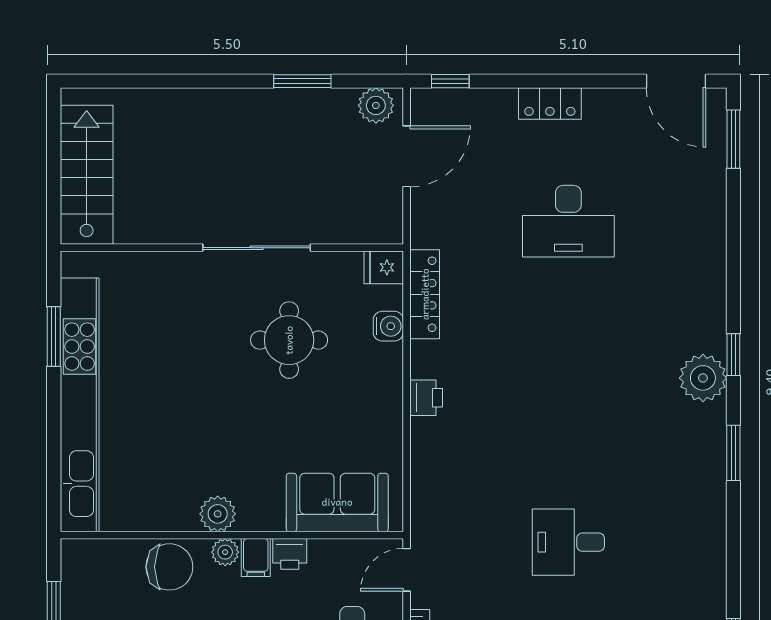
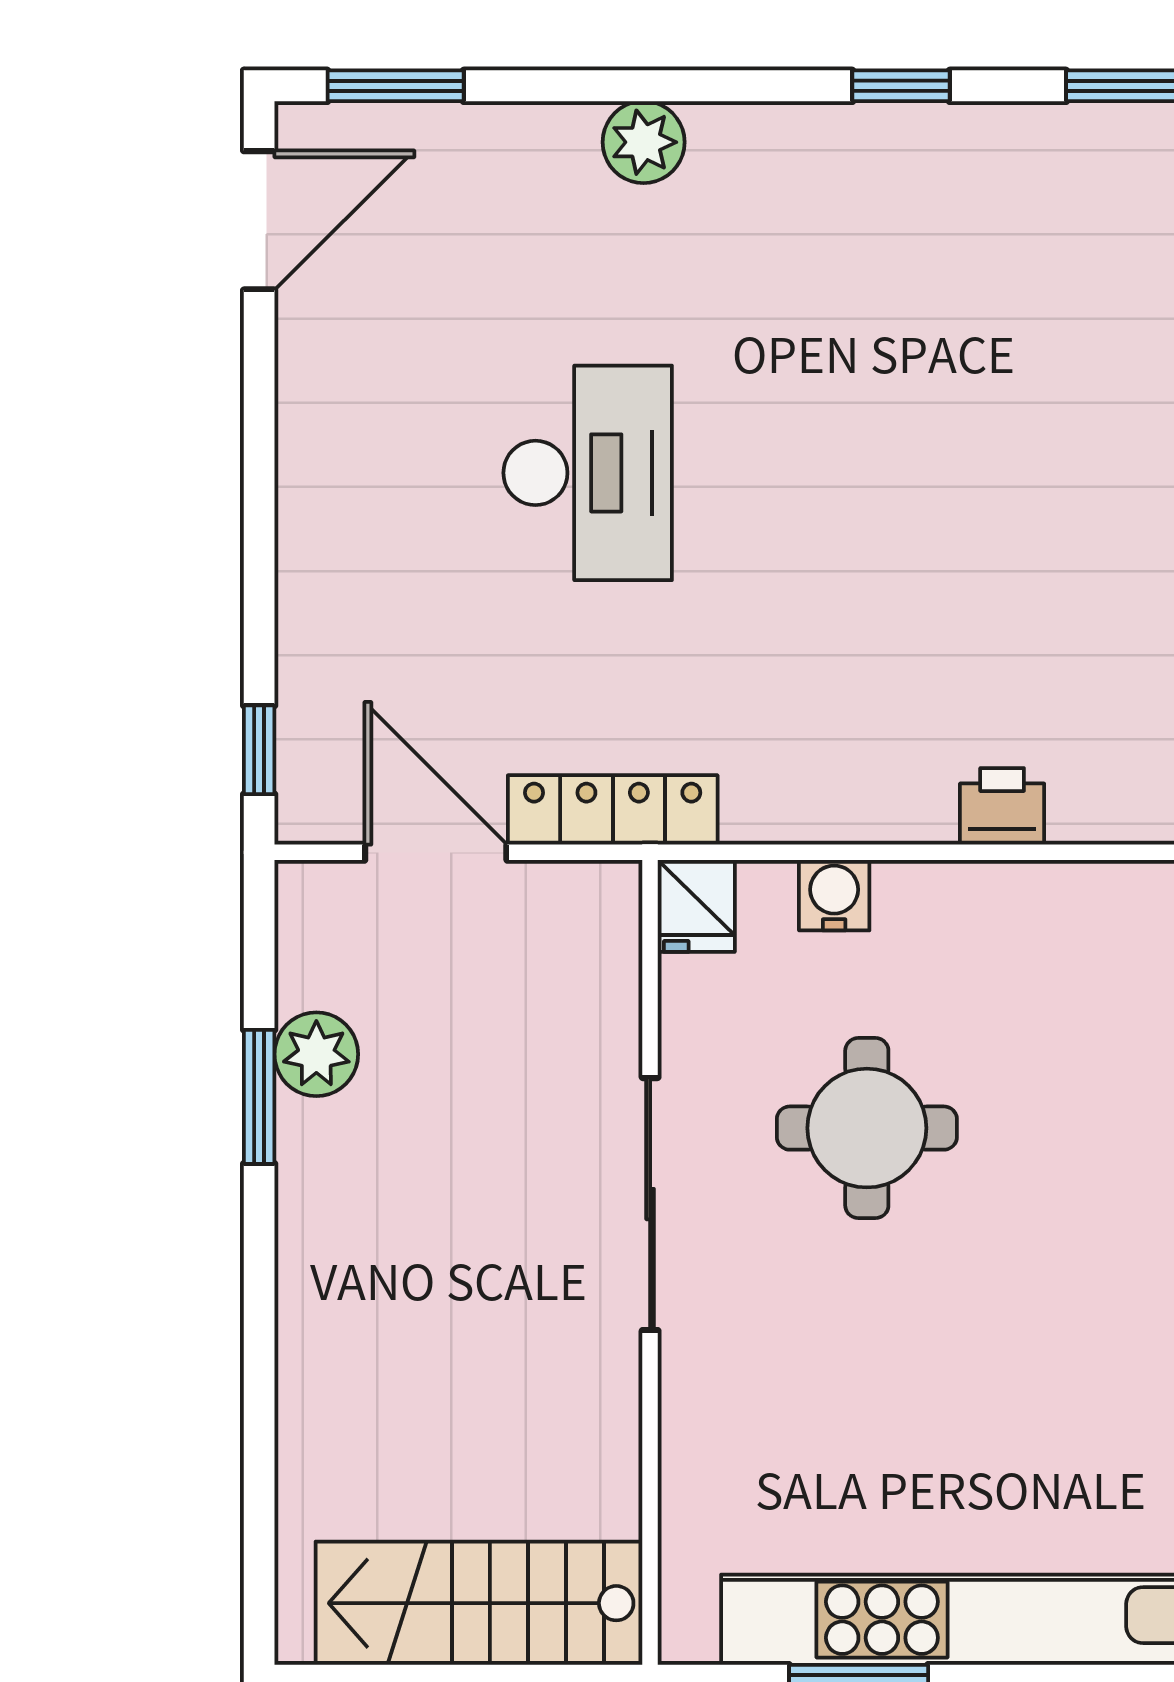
locker: (550, 103) -> (312, 516), removed
plant: (376, 105) -> (316, 1054), moved
locker: (425, 294) -> (613, 810), moved
plant: (703, 378) -> (644, 142), moved, width x0.73, depth x0.73

